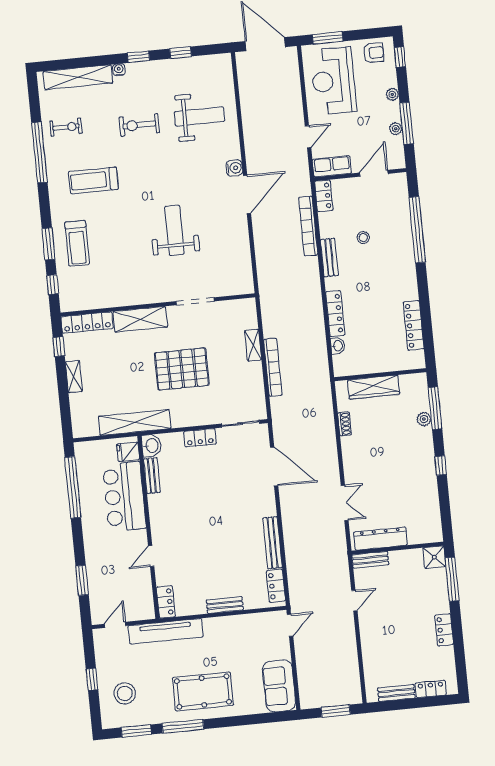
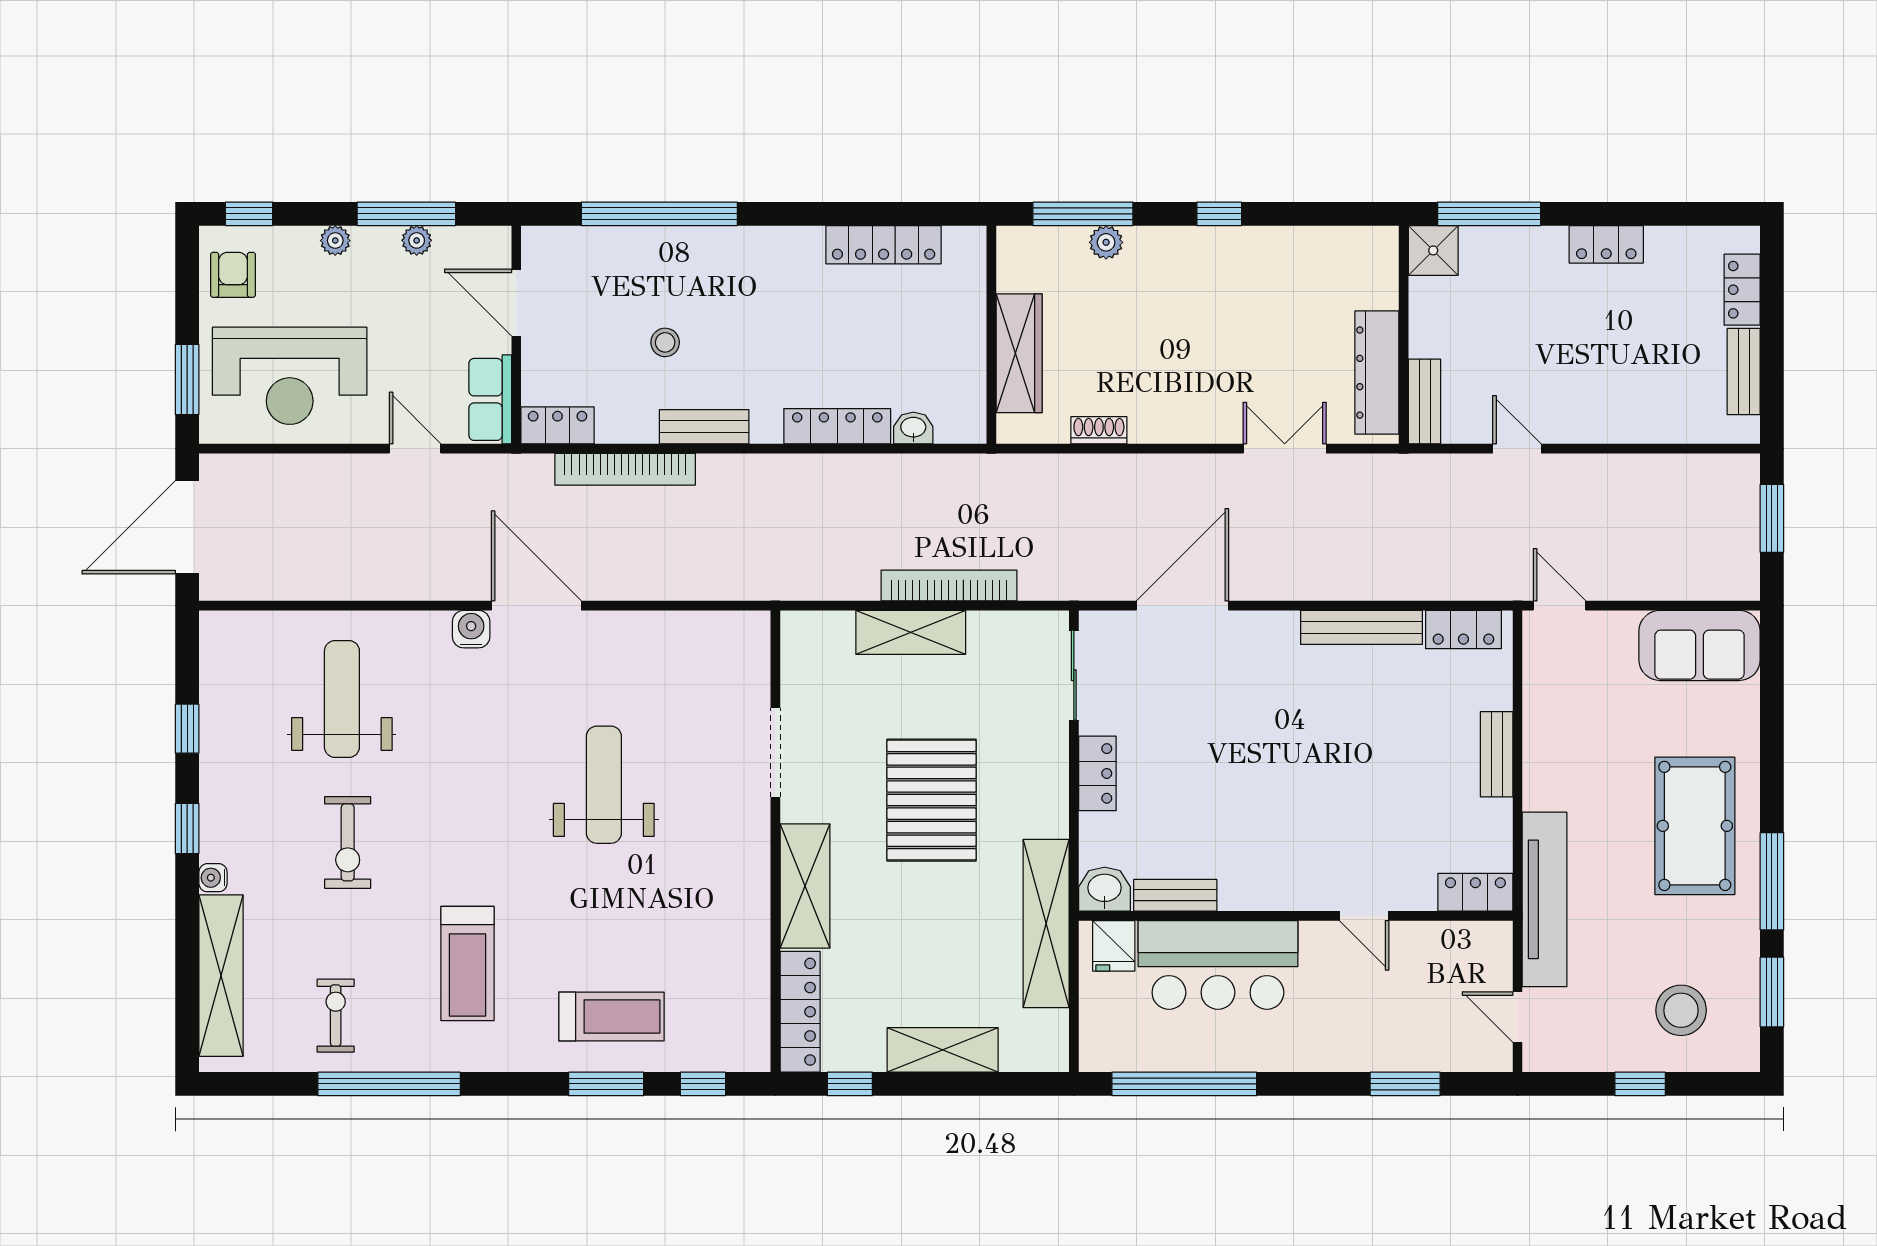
weight bench: (174, 230) -> (604, 785), turned 90
shelving: (253, 345) -> (911, 632), width x1.50, depth x1.33
shelving: (74, 377) -> (943, 1050), width x1.50, depth x1.33

